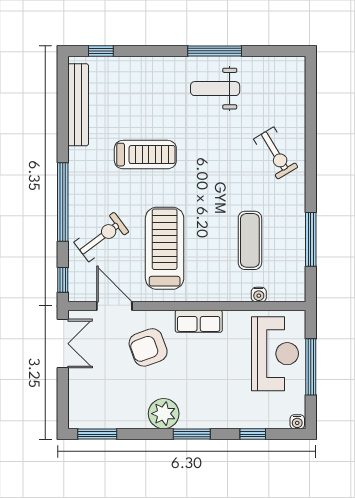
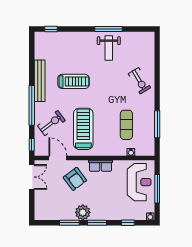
weight bench: (215, 89) -> (109, 48), turned -90
bench: (78, 105) -> (40, 81), moved
armchair: (148, 347) -> (75, 179), turned -107
window: (97, 434) -> (69, 223), moved

